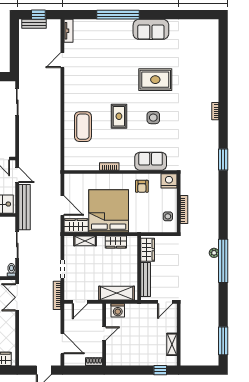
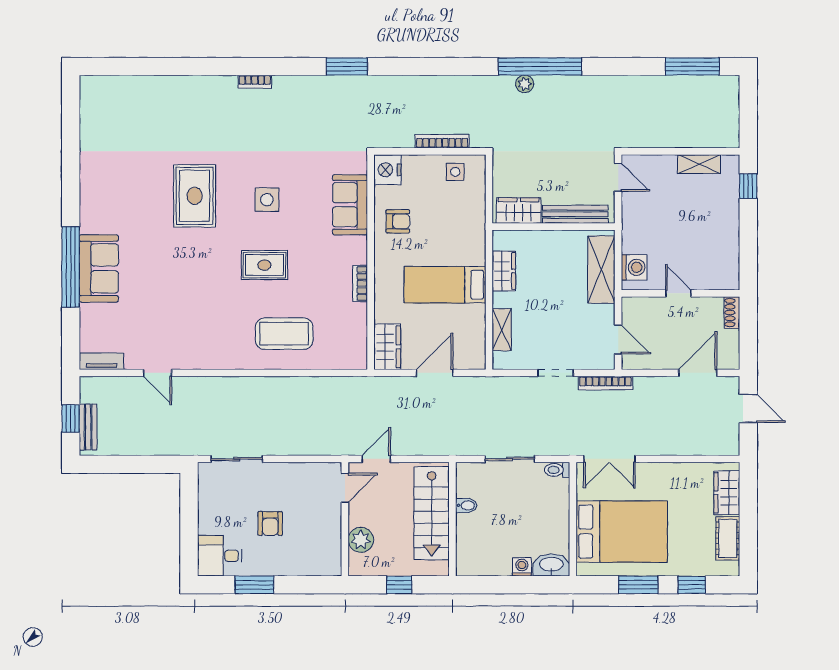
sofa: (151, 29) -> (99, 268), moved
bench: (25, 207) -> (437, 445), removed
bed: (109, 211) -> (445, 285), width x0.49
wardrobe: (76, 225) -> (387, 347), moved, turned 180

